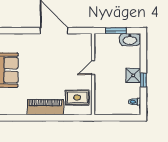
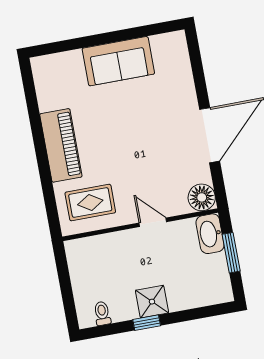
floor lamp: (85, 40) -> (202, 197), added
washbasin: (130, 40) -> (210, 234), moved
rug: (77, 97) -> (90, 203), turned 90

